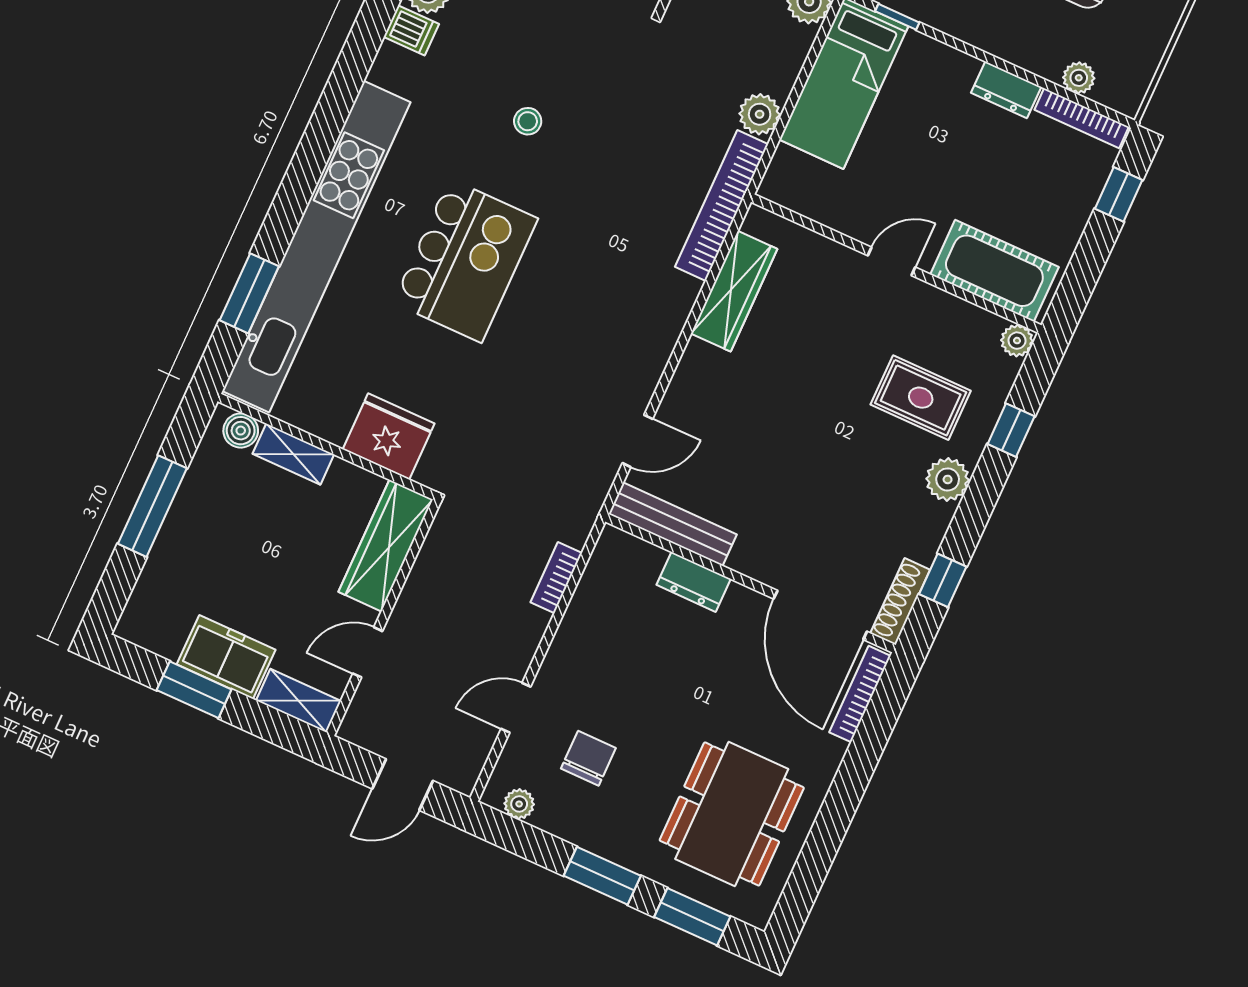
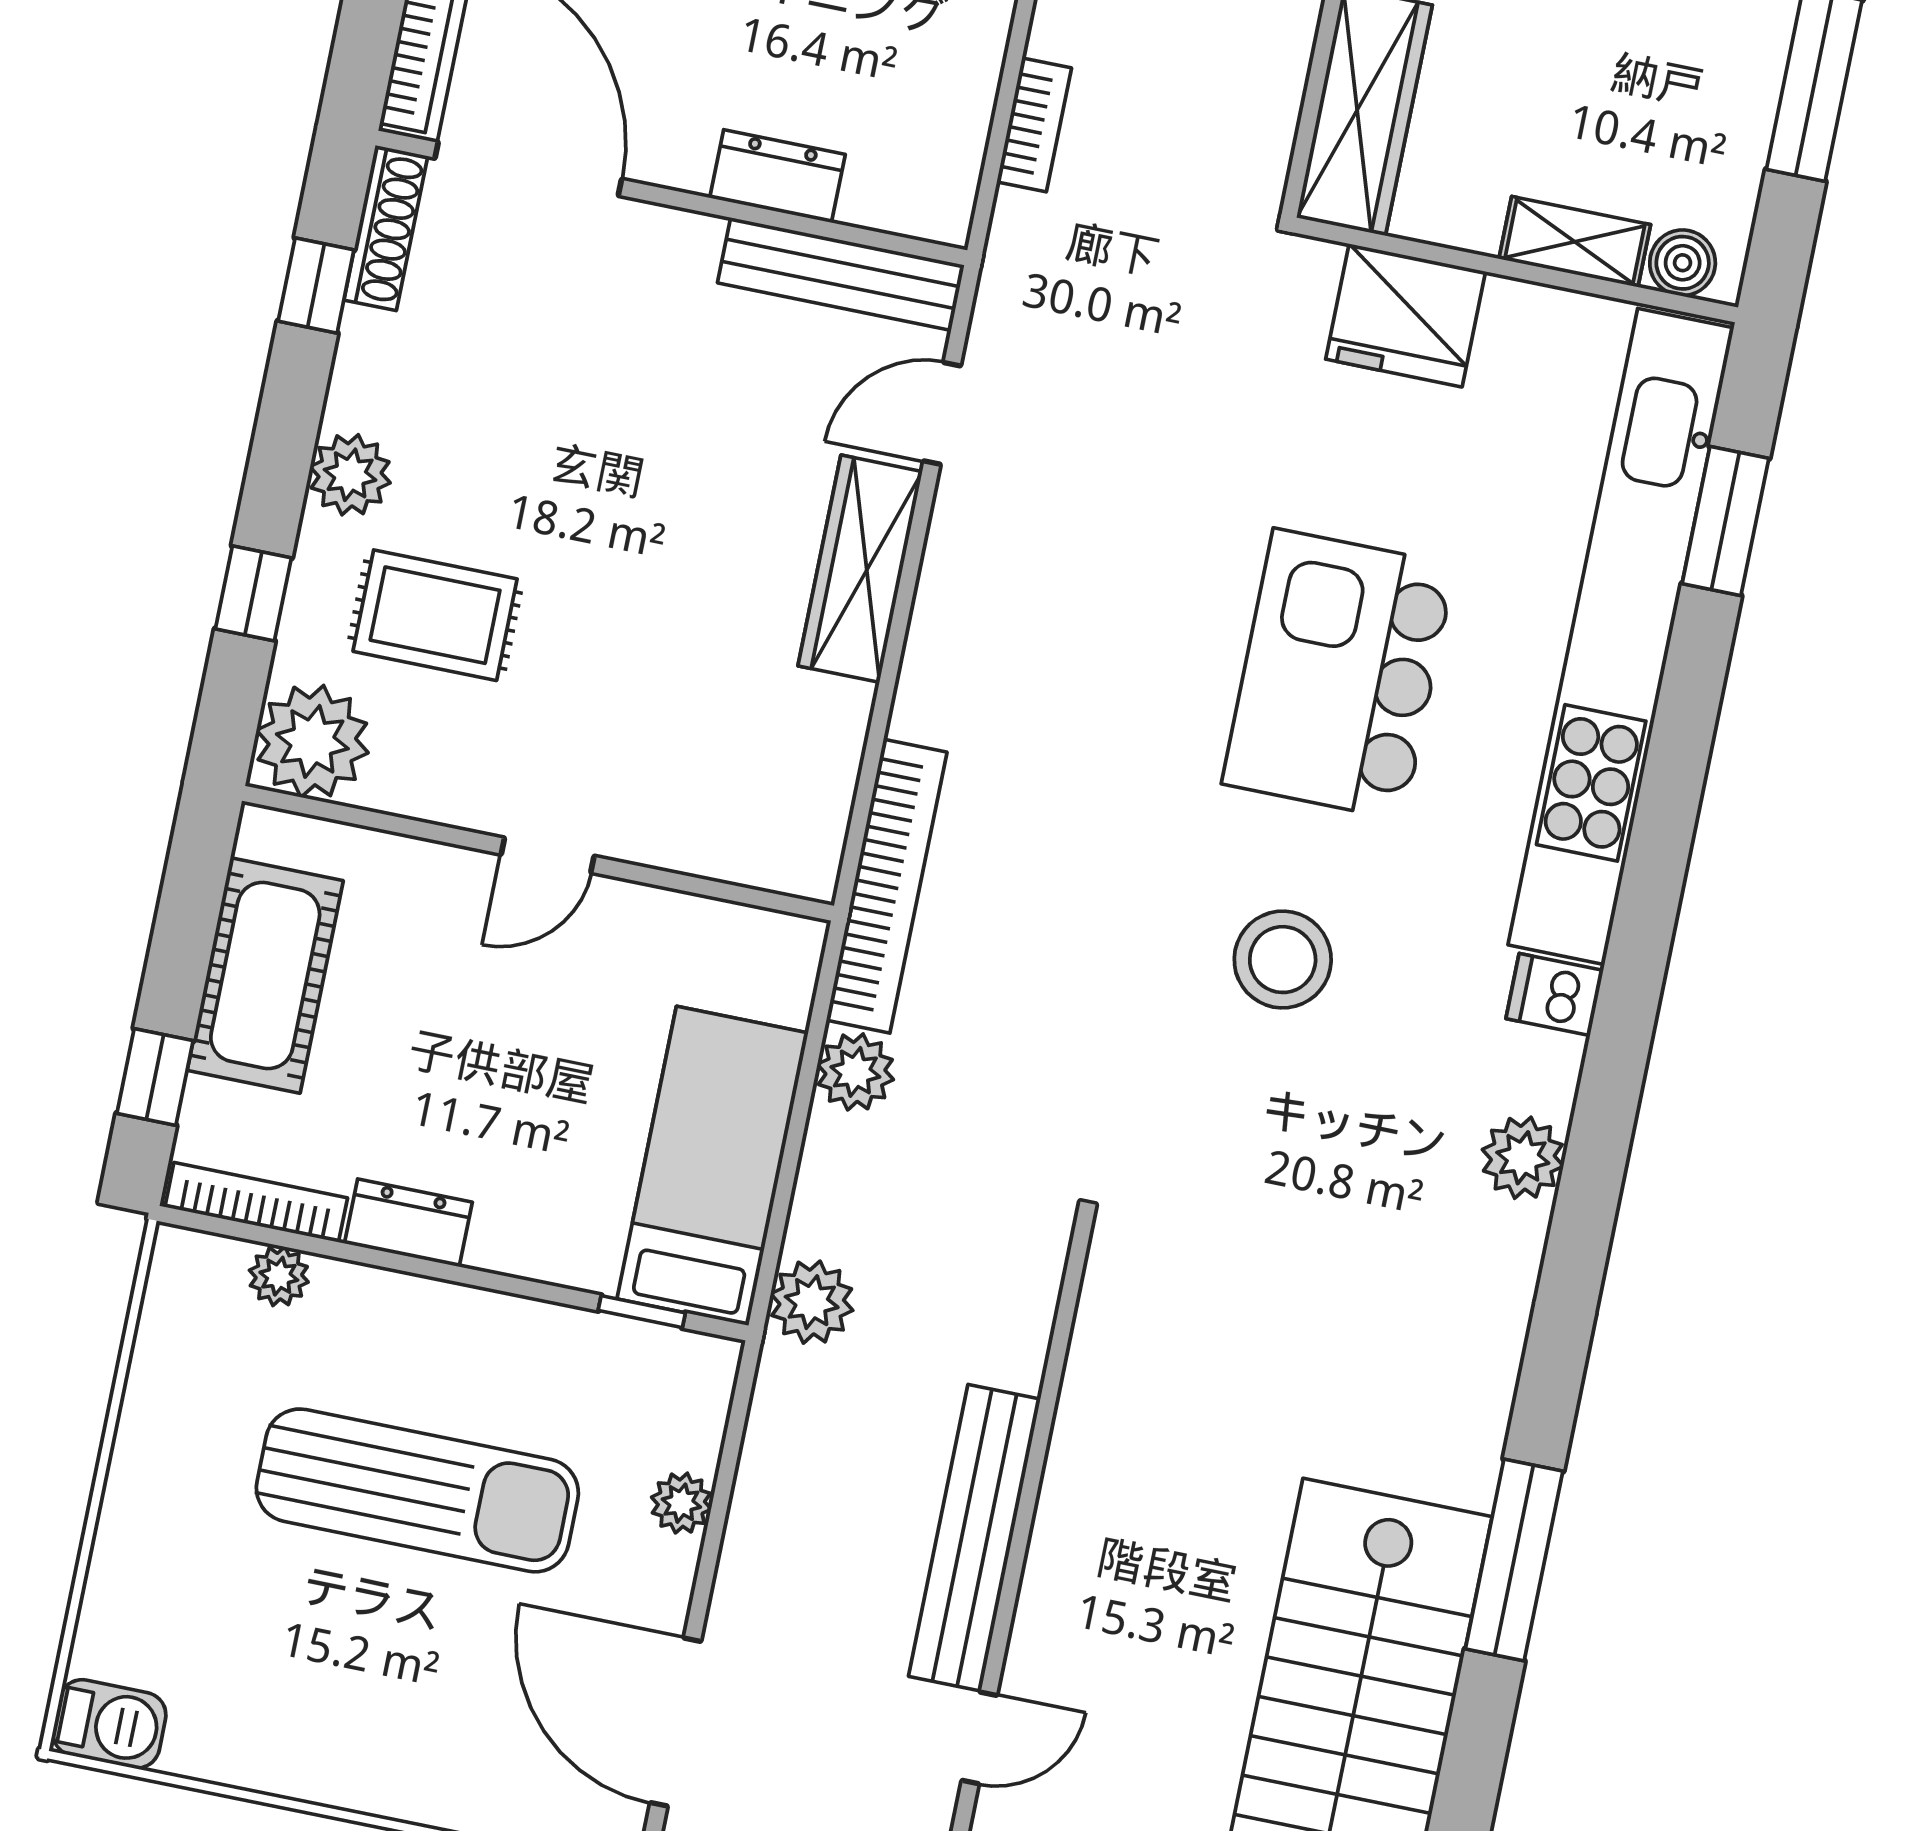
dishwasher: (411, 30) -> (1555, 995), moved
stool: (528, 121) -> (1283, 960), width x1.89, depth x1.89
cot: (994, 271) -> (265, 976), moved, turned 90
wardrobe: (734, 291) -> (860, 569), moved
plant: (1017, 341) -> (312, 741), width x1.88, depth x1.88

